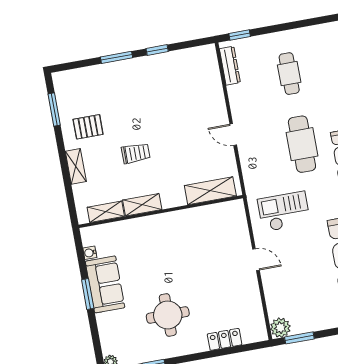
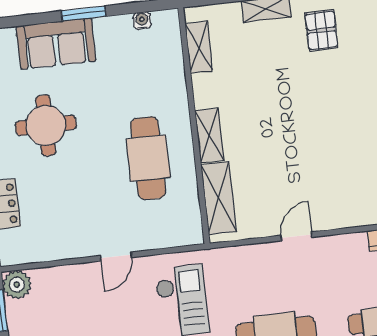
trolley: (136, 153) -> (279, 96), removed
shelving: (142, 205) -> (209, 135), moved
cafe table: (186, 242) -> (148, 158), added
sofa: (105, 284) -> (56, 44), moved

